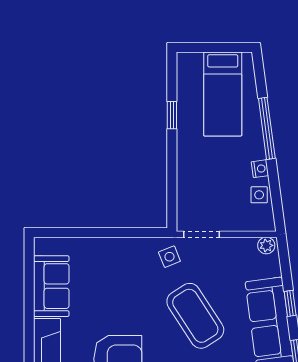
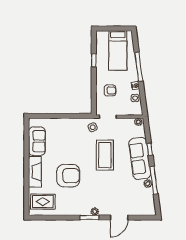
armchair: (206, 179) -> (110, 90), added
coffee table: (195, 316) -> (105, 155), turned 33

